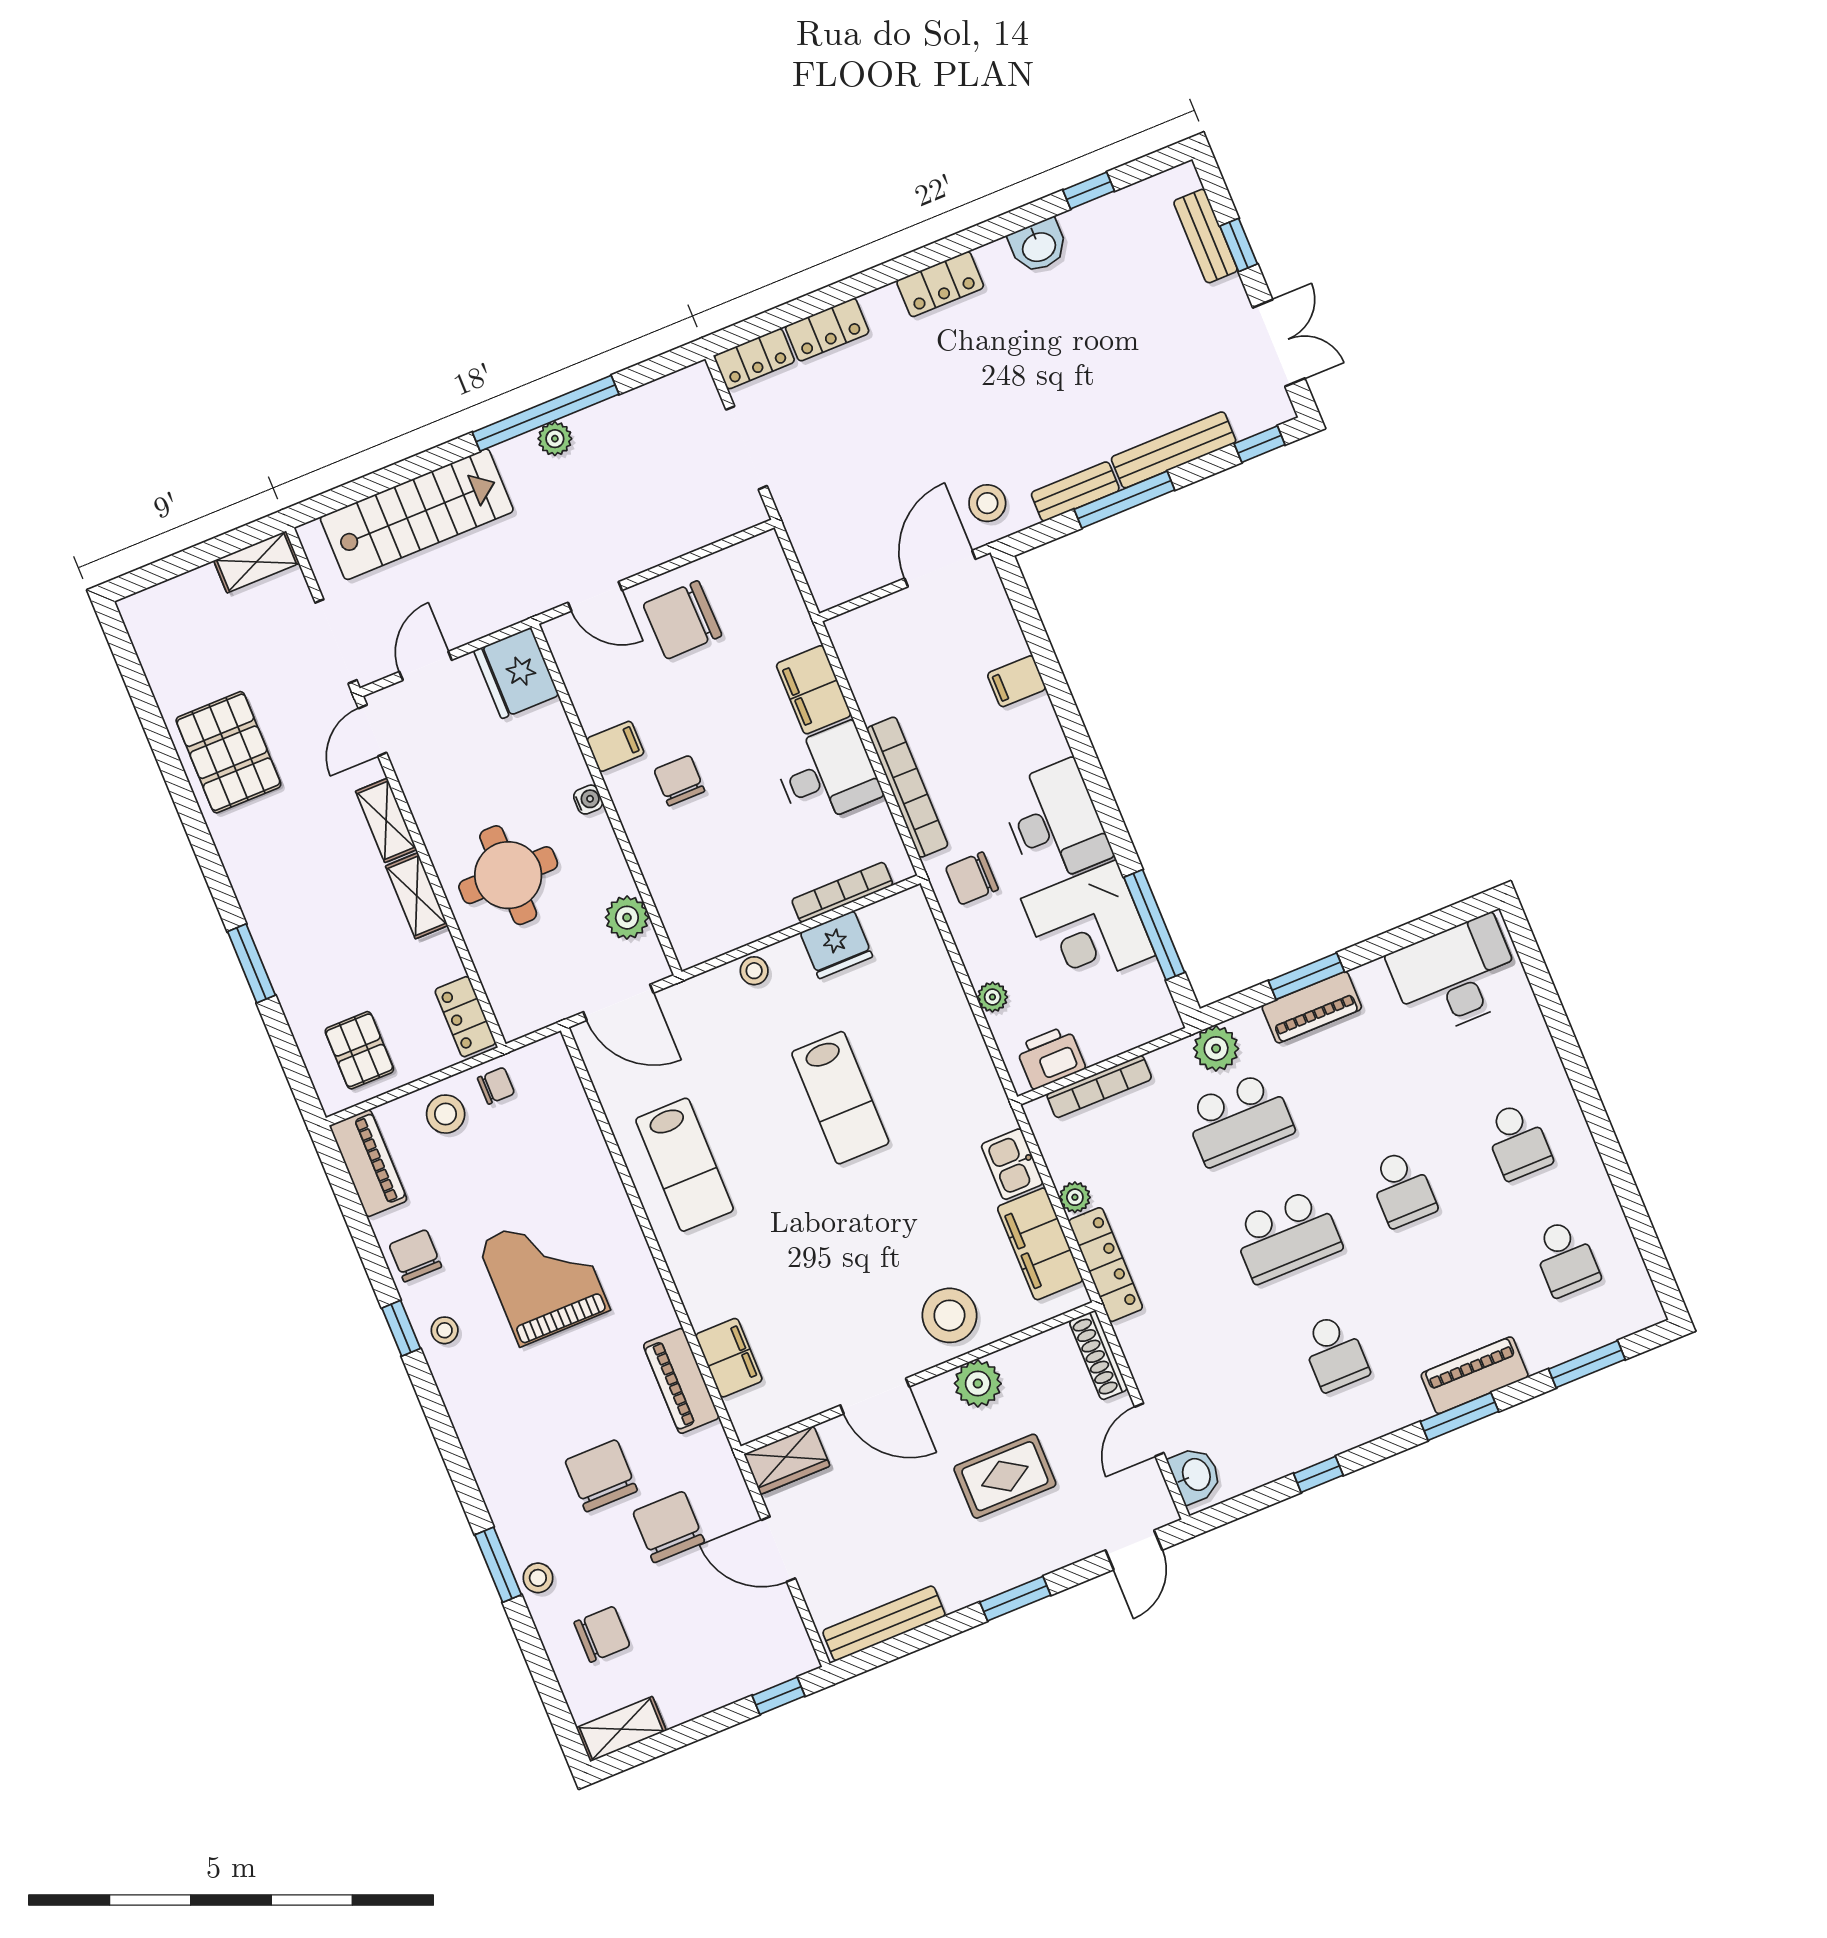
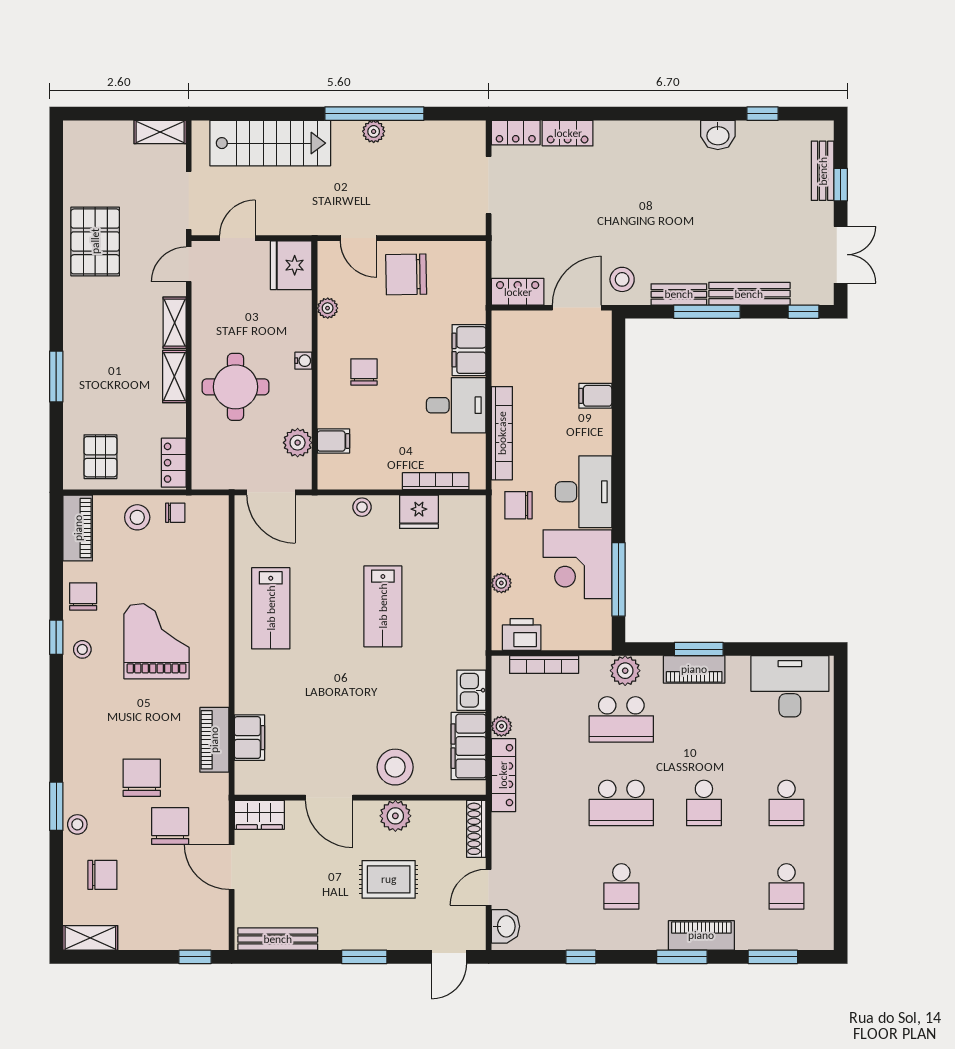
locker: (940, 284) -> (518, 292), moved, turned 180
plant: (592, 712) -> (328, 308), added
filing cabinet: (615, 746) -> (333, 441), moved

